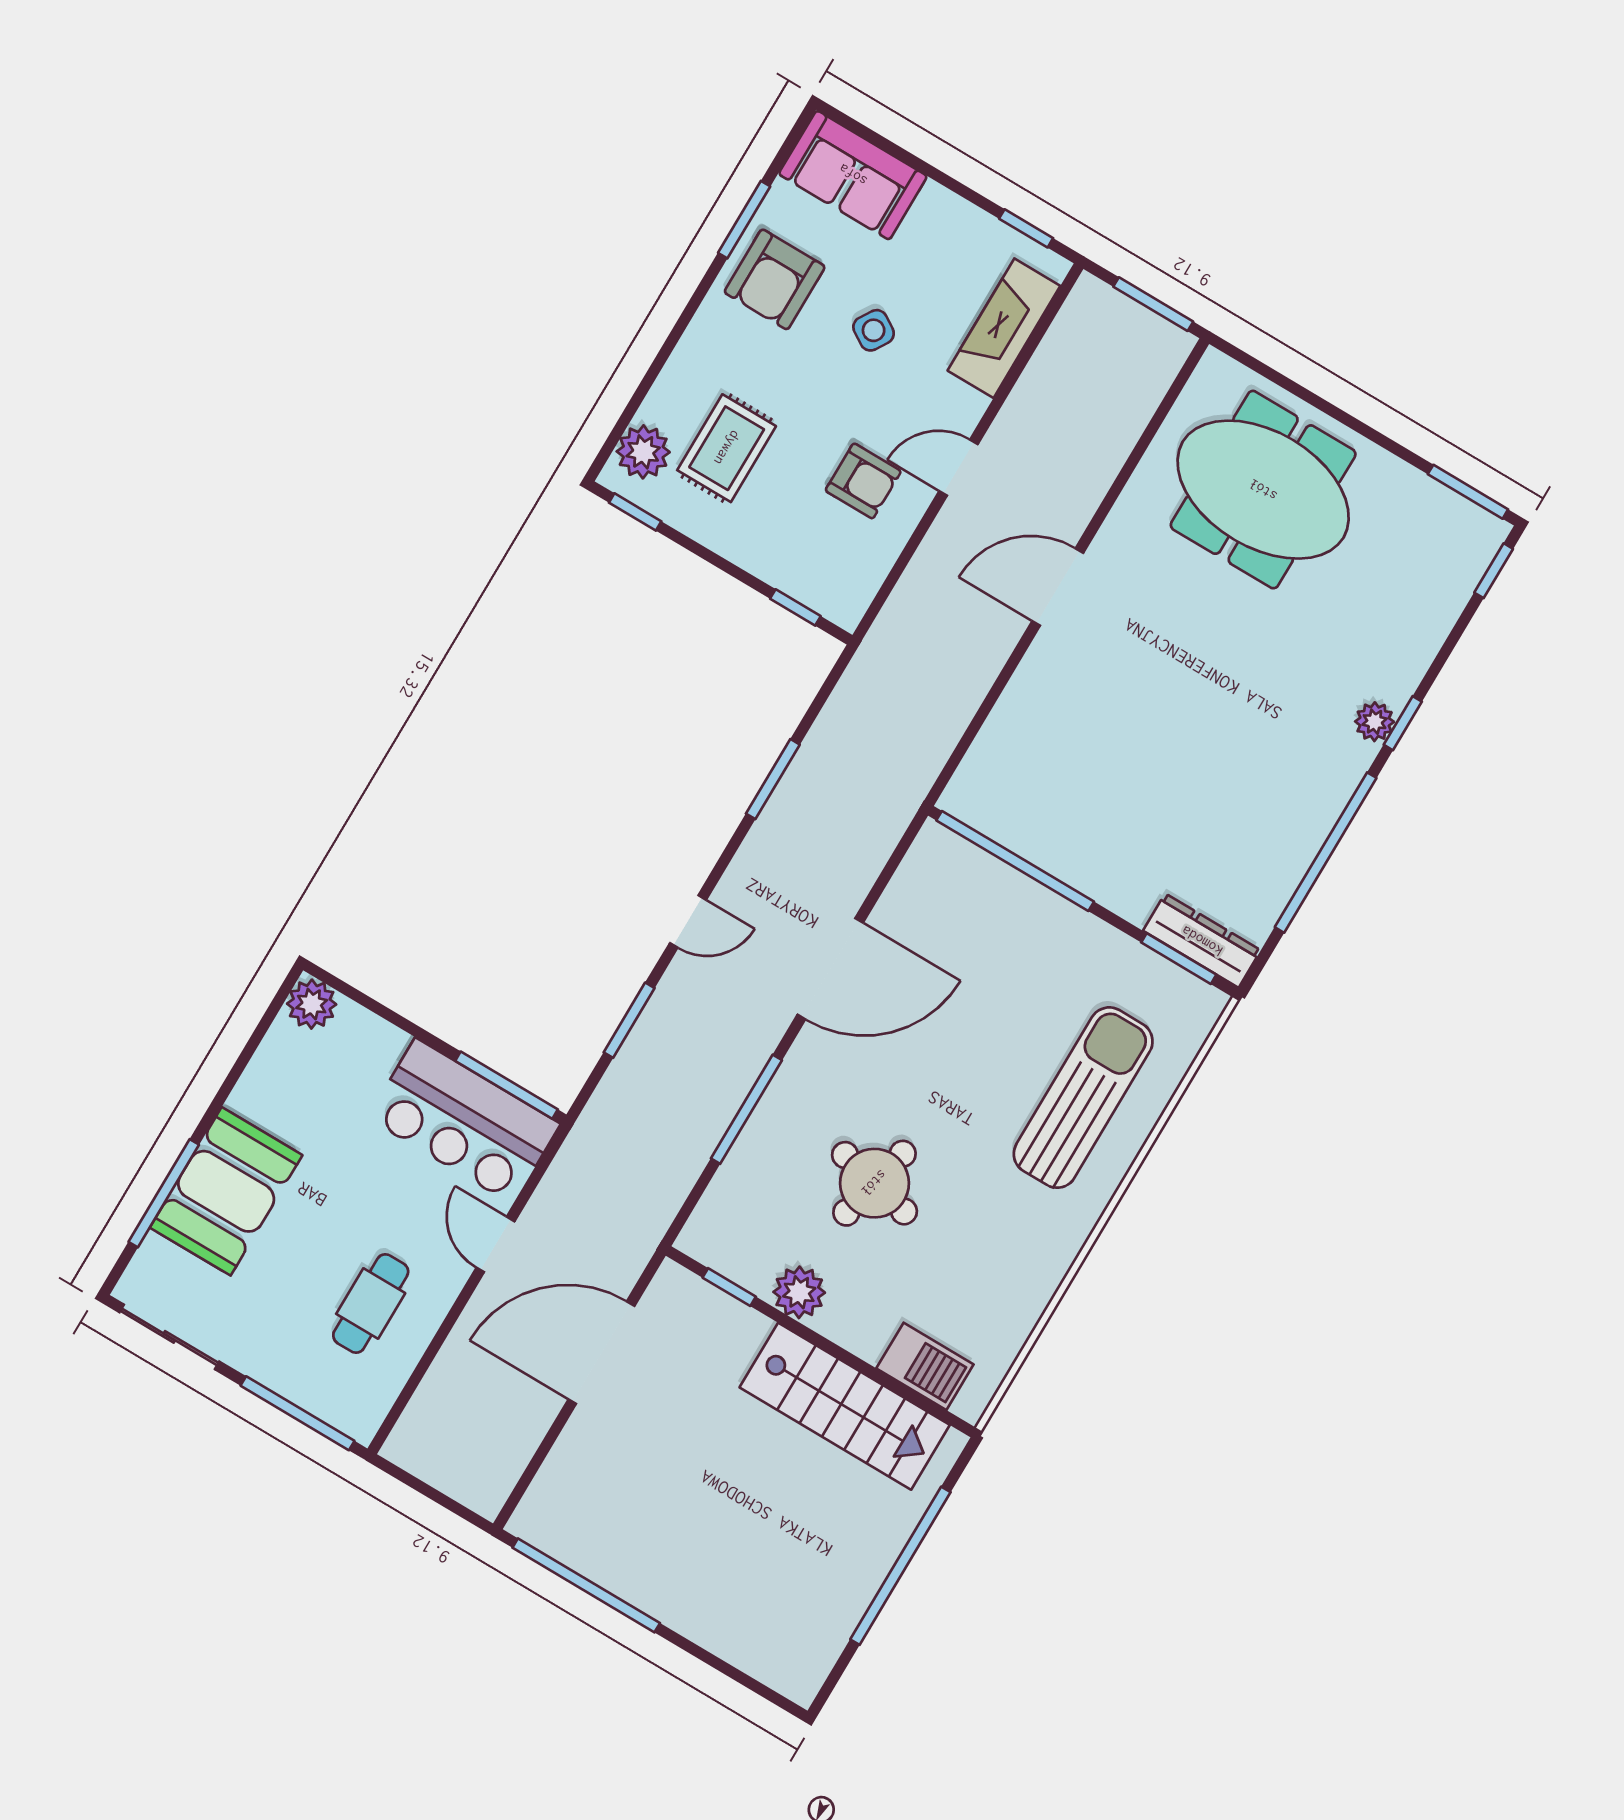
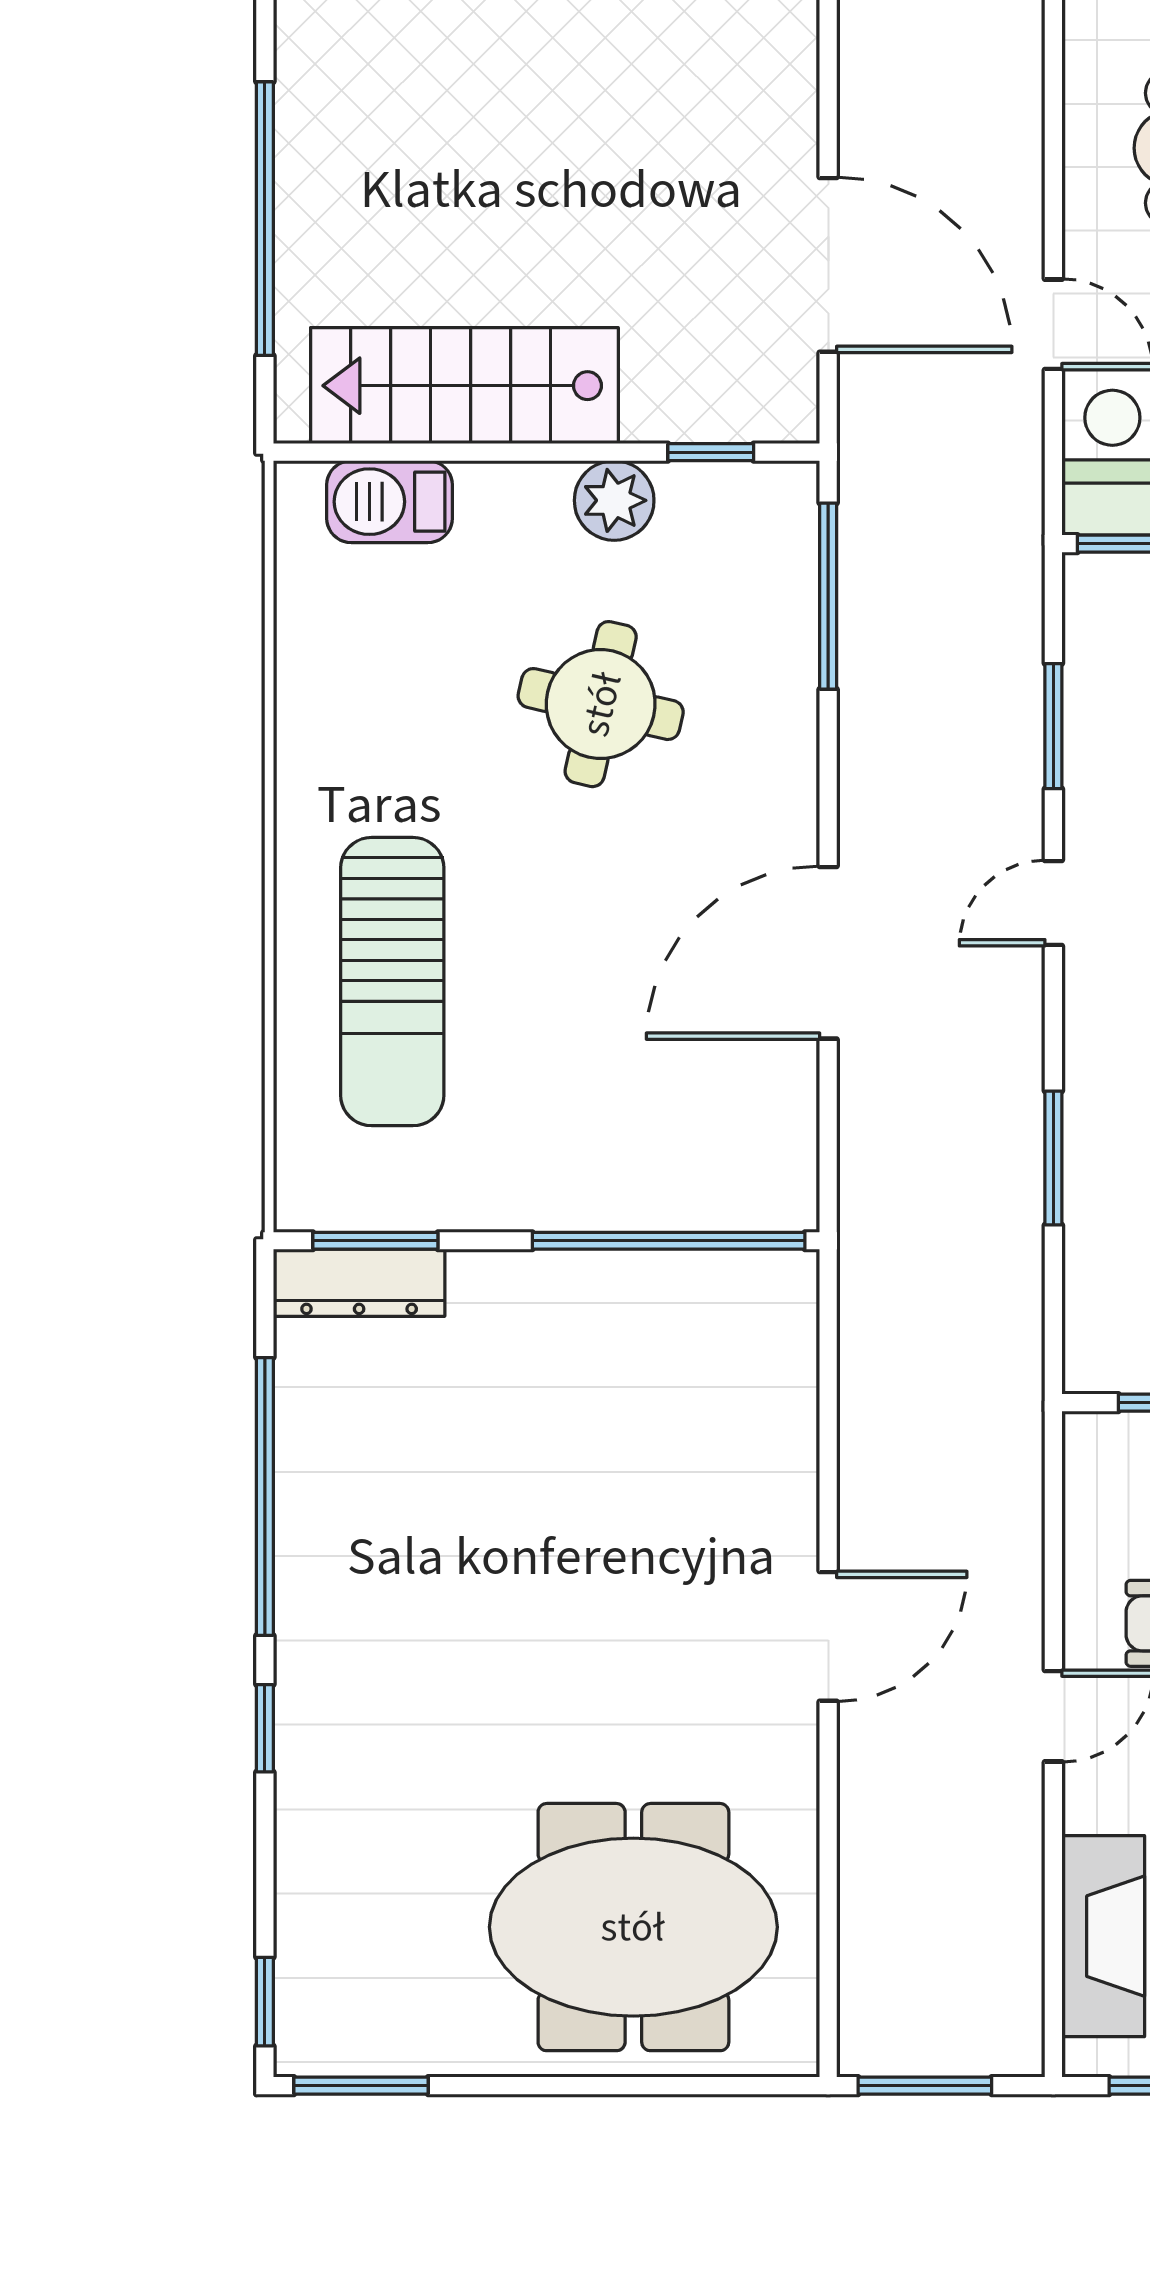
plant: (1375, 722) -> (303, 1708), removed
window: (746, 1109) -> (828, 596), moved
door: (601, 1353) -> (828, 265), hinge flipped

